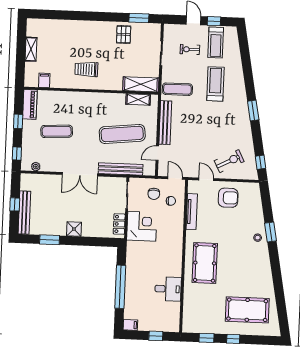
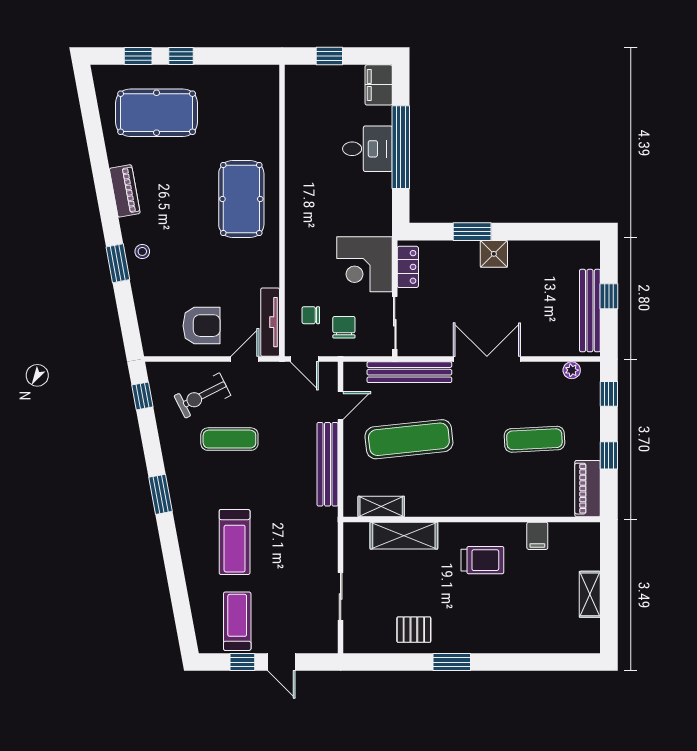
window: (139, 18) -> (452, 662), moved
pallet: (124, 34) -> (414, 630), turned 90
exercise bike: (190, 49) -> (286, 606), removed
filing cabinet: (44, 80) -> (537, 536), moved
shelving: (141, 84) -> (404, 536), moved
exercise mat: (177, 89) -> (229, 439), moved
door: (206, 179) -> (245, 359), swing flipped
armchair: (228, 198) -> (202, 326), turned 180
tv unit: (192, 212) -> (270, 322), moved
bench: (24, 213) -> (590, 311), moved
window: (50, 240) -> (472, 232), moved
piano: (265, 270) -> (125, 191), added
desk: (168, 289) -> (367, 149), moved, turned 180
filing cabinet: (130, 325) -> (379, 85), width x2.00
window: (206, 338) -> (138, 56), moved

